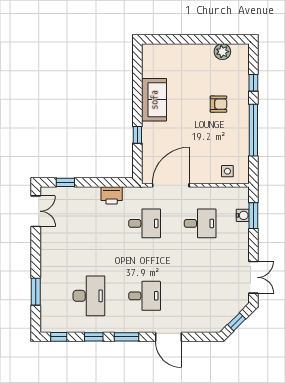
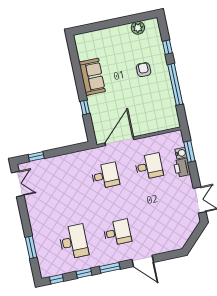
armchair: (219, 104) -> (144, 70), turned -90
side table: (227, 171) -> (162, 121), removed
printer: (112, 195) -> (182, 168), moved, turned 90
window: (237, 322) -> (194, 238), removed

